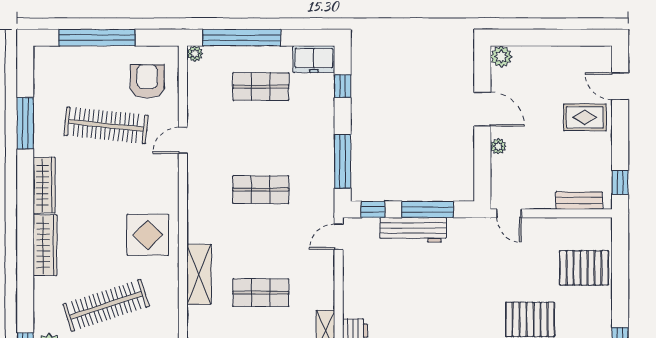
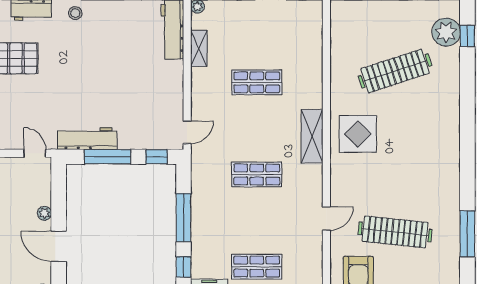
window: (343, 161) -> (184, 218), moved
wardrobe: (44, 185) -> (451, 178), removed
workbench: (413, 230) -> (87, 139), moved
wardrobe: (45, 245) -> (450, 125), removed
shelving: (199, 274) -> (312, 136), moved

